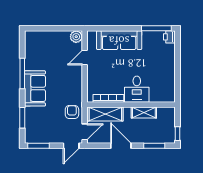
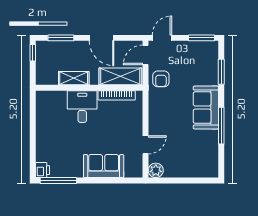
sofa: (119, 40) -> (104, 166), width x0.73

